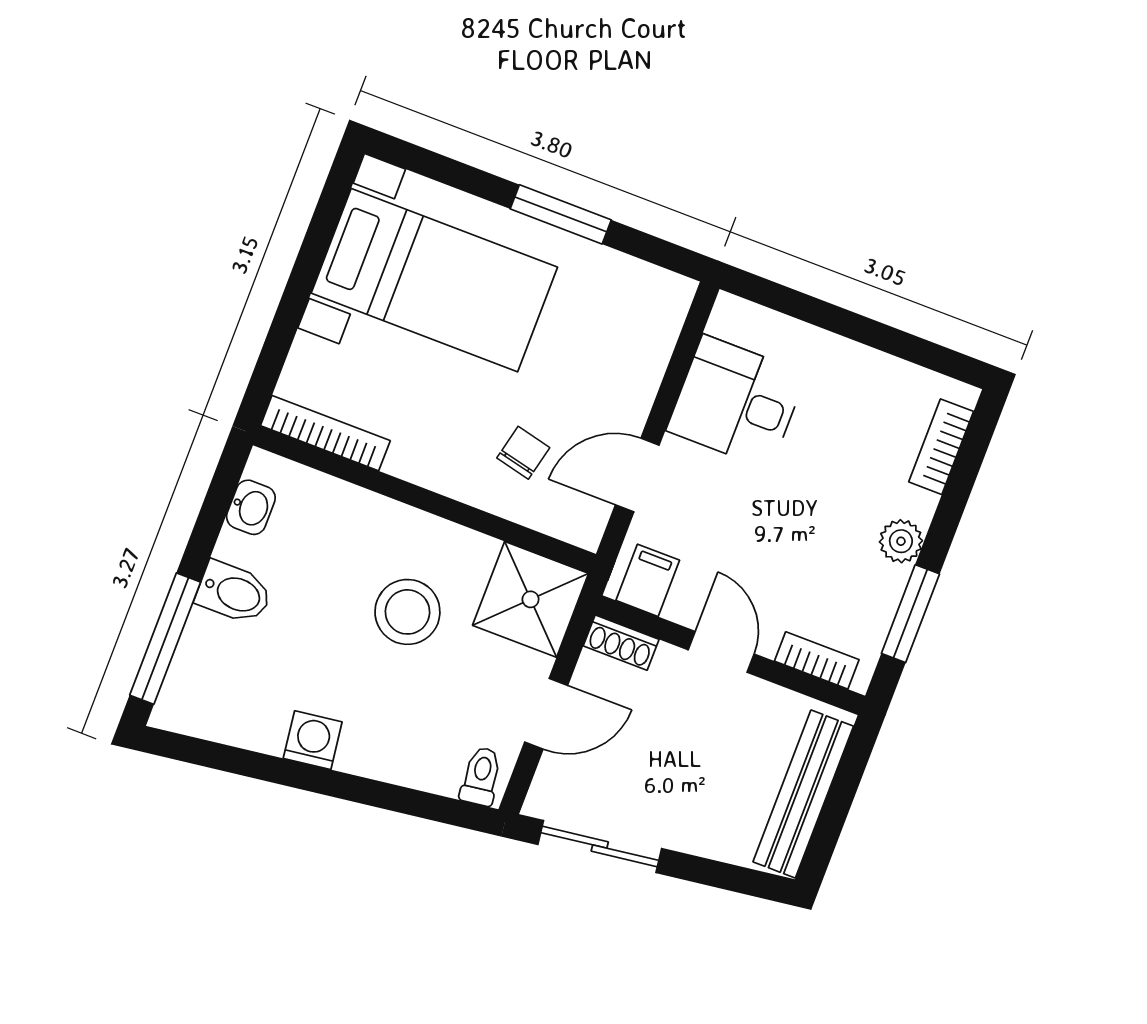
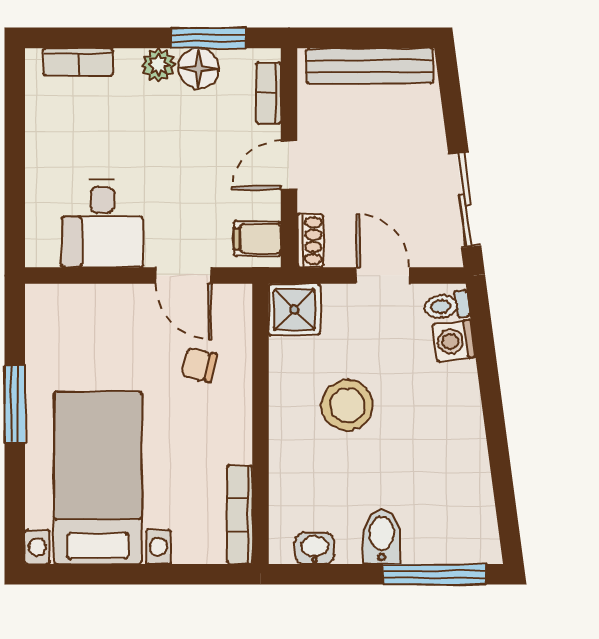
floor lamp: (879, 588) -> (199, 68), added
shower: (531, 599) -> (294, 309), width x0.73, depth x0.73
washing machine: (313, 740) -> (454, 341), moved

